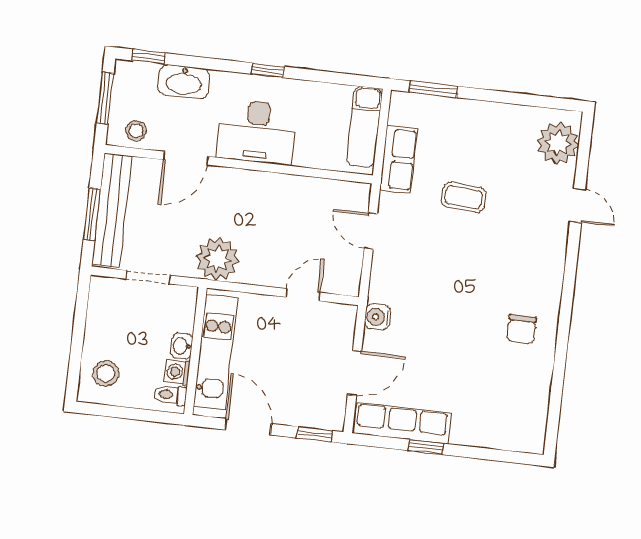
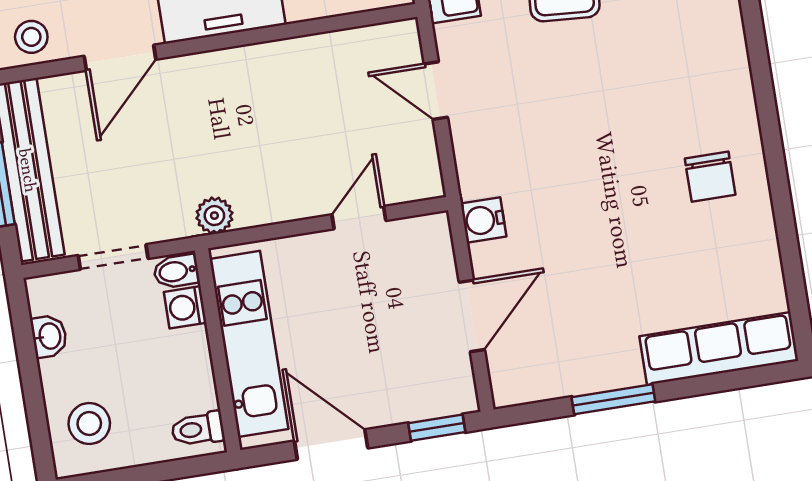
plant: (217, 259) -> (214, 216), width x0.53, depth x0.53
bidet: (184, 296) -> (176, 271), added
washbasin: (182, 346) -> (49, 336), moved, turned 180
washing machine: (177, 372) -> (185, 307), moved
row of seats: (402, 423) -> (719, 348), moved
window: (426, 447) -> (613, 399), width x1.50

